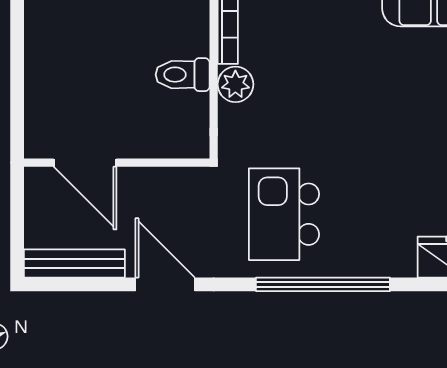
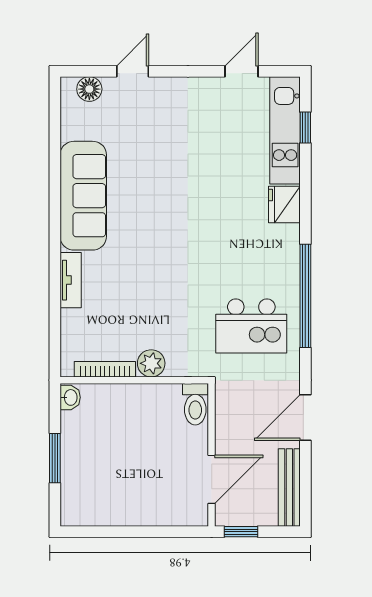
toilet: (183, 75) -> (195, 404), moved
window: (17, 201) -> (241, 532), added

